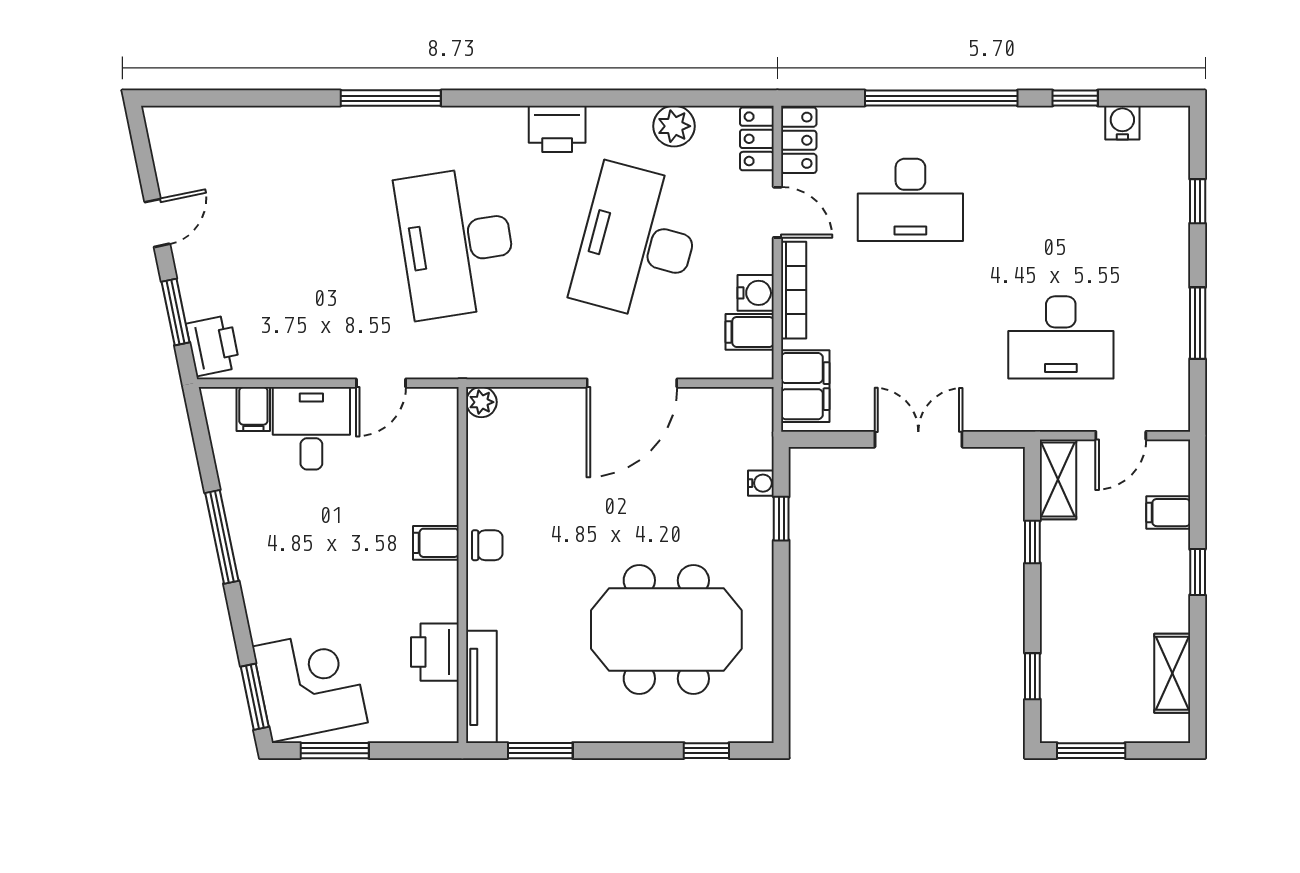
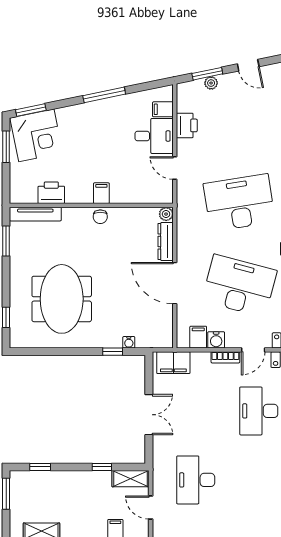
bookcase: (794, 290) -> (225, 357), width x0.64
plant: (196, 304) -> (211, 83), added
printer: (213, 346) -> (187, 125), moved, turned -78
dresser: (541, 403) -> (166, 242), added

